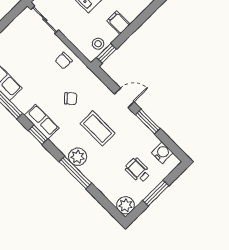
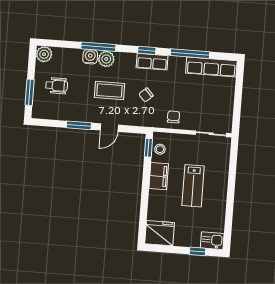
filing cabinet: (118, 22) -> (159, 176), width x2.00
water cooler: (162, 153) -> (90, 57), moved, turned 180
window: (156, 193) -> (30, 92), moved

